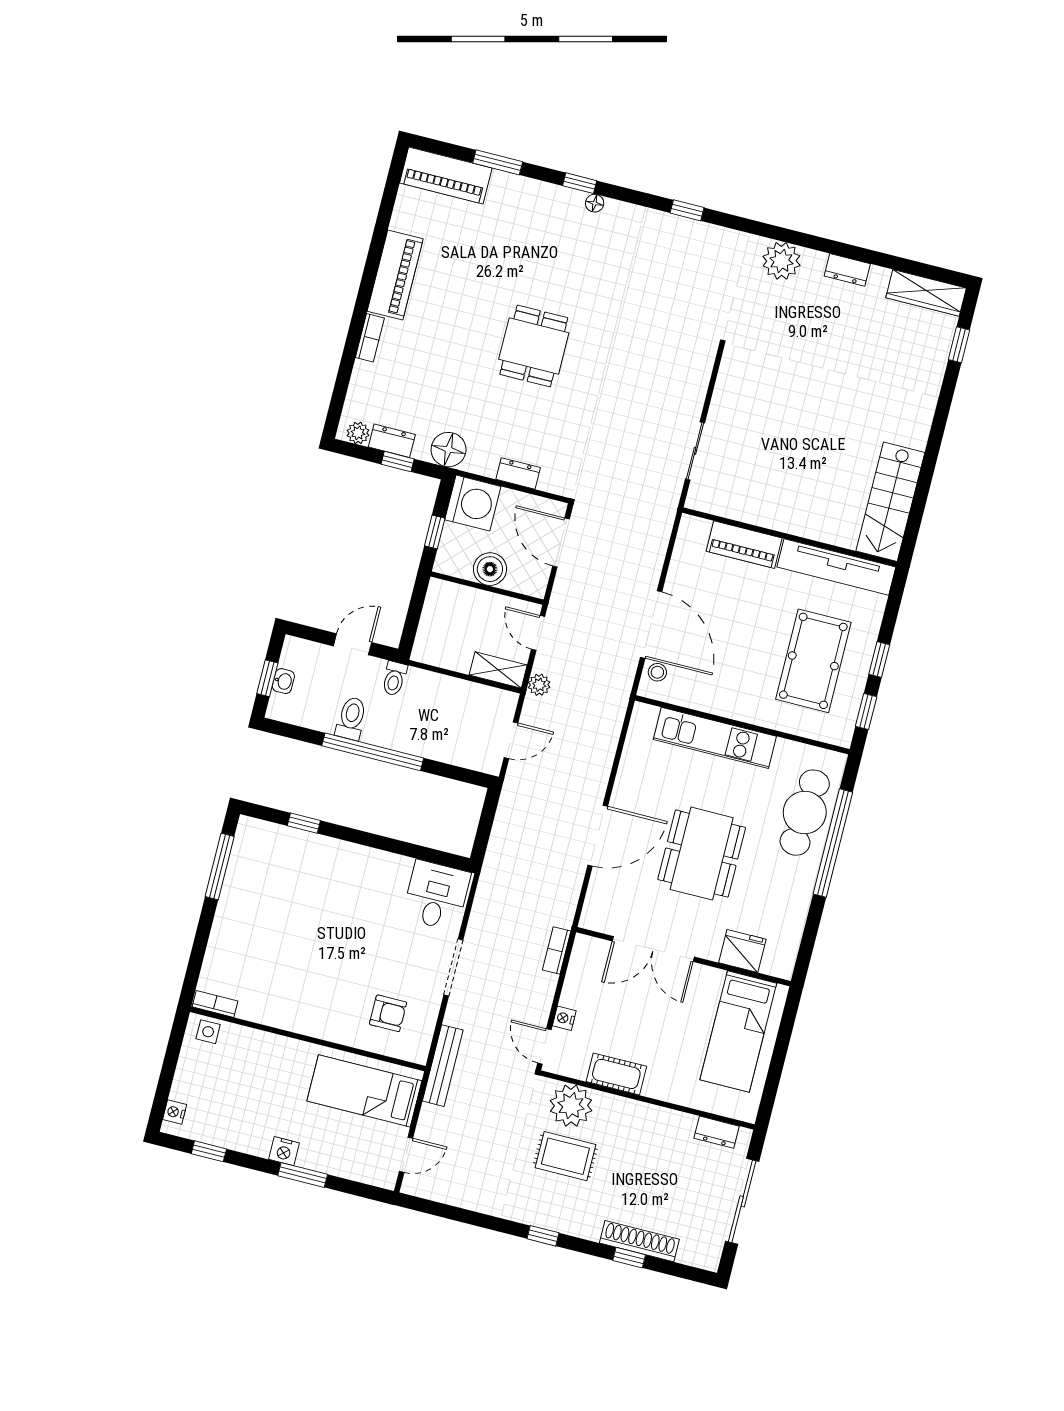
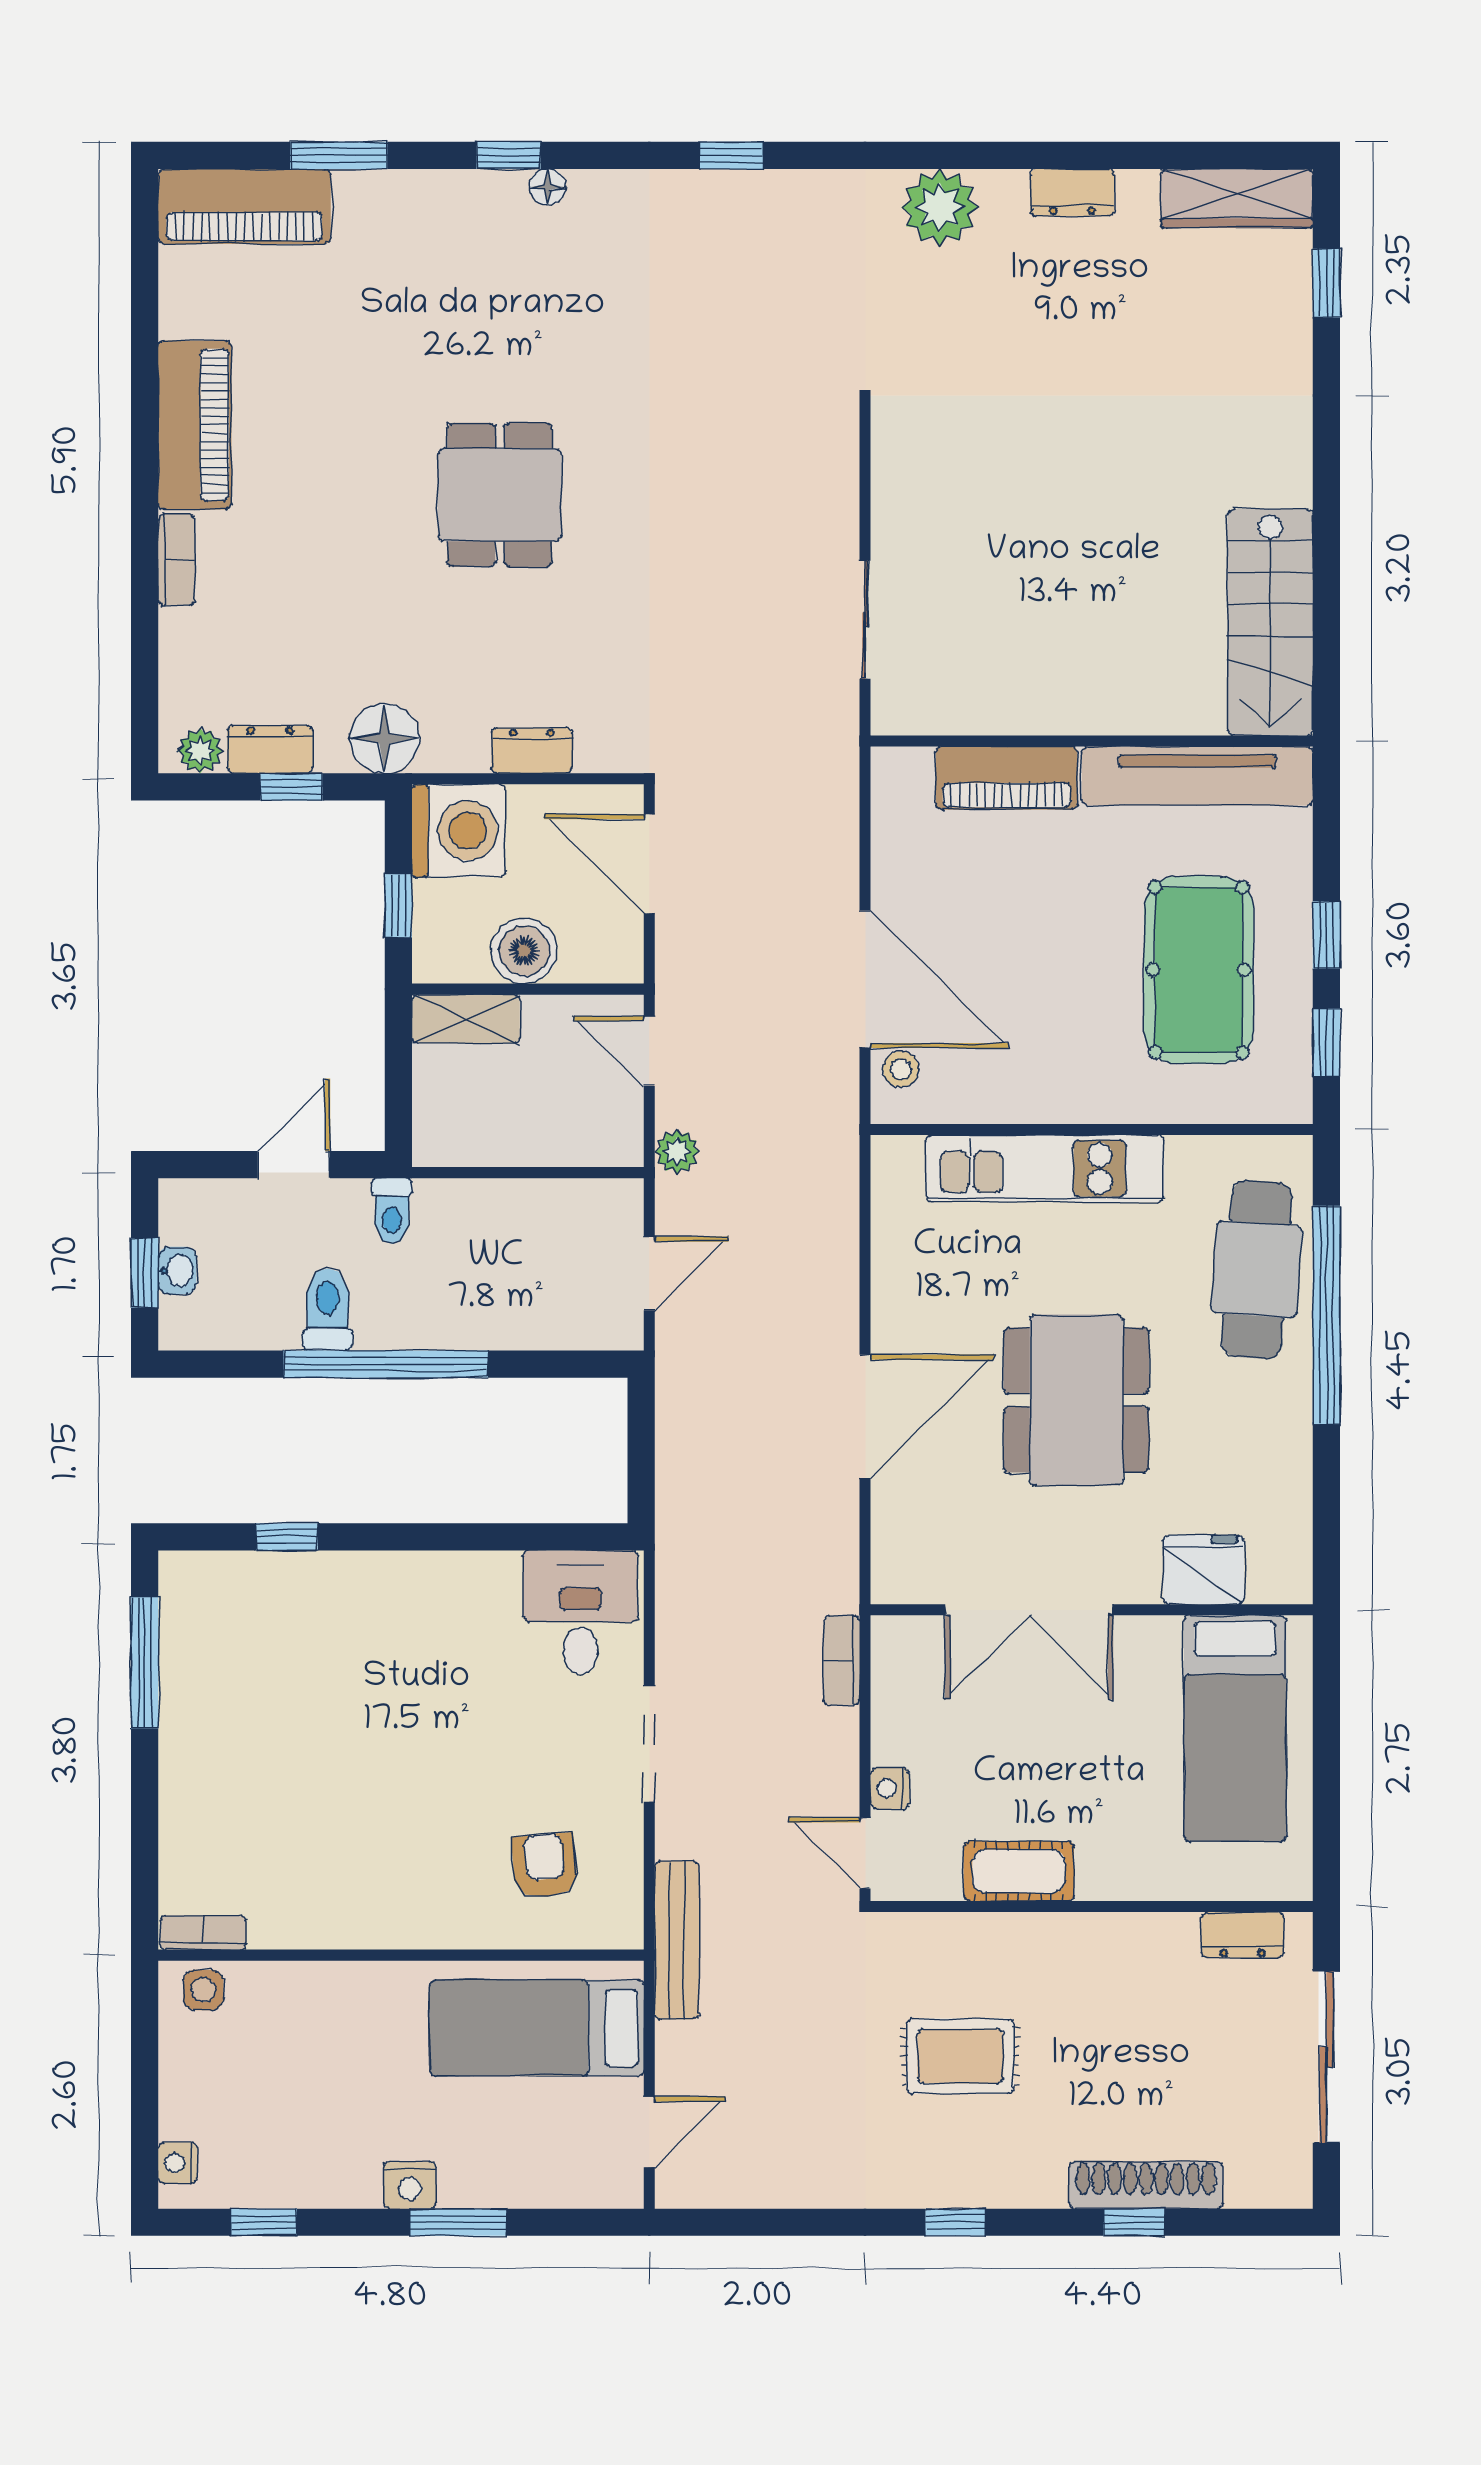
shelving: (498, 670) -> (466, 1019), moved
armchair: (388, 1013) -> (545, 1866), turned -95
plant: (571, 1106) -> (946, 1955), removed

